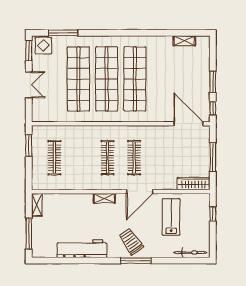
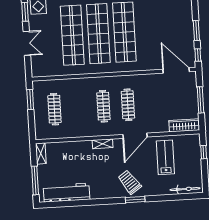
workbench: (82, 249) -> (67, 193), moved
window: (136, 261) -> (135, 200), width x0.69

